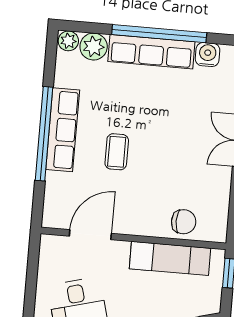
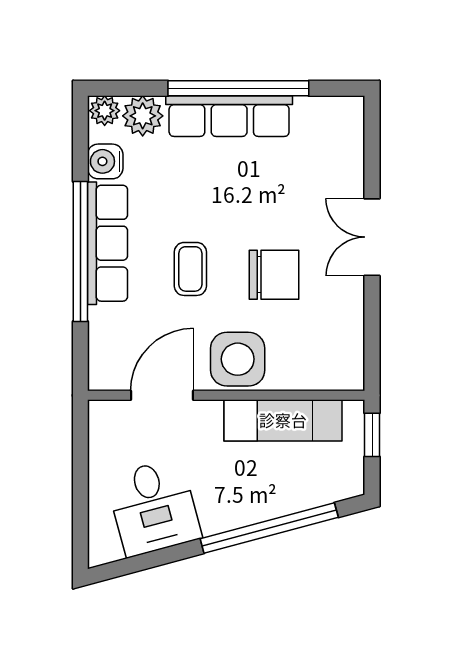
water cooler: (208, 55) -> (105, 161), moved, turned -90
side table: (143, 215) -> (238, 359), added
chair: (184, 222) -> (274, 275), moved, width x1.37, depth x1.37

